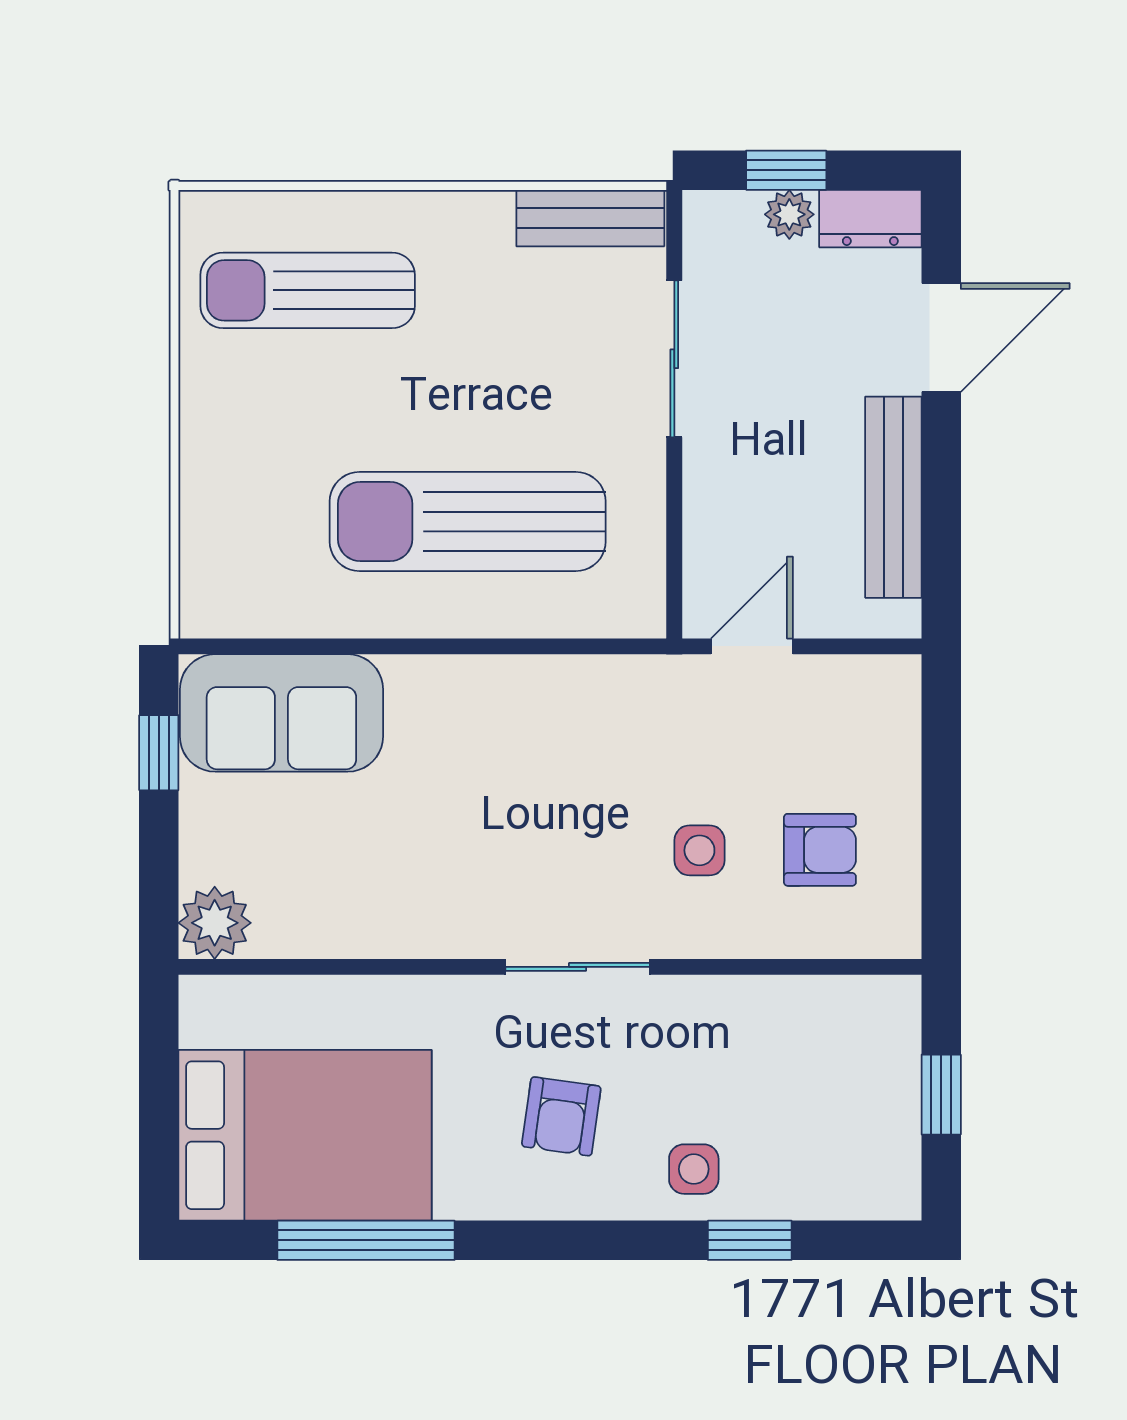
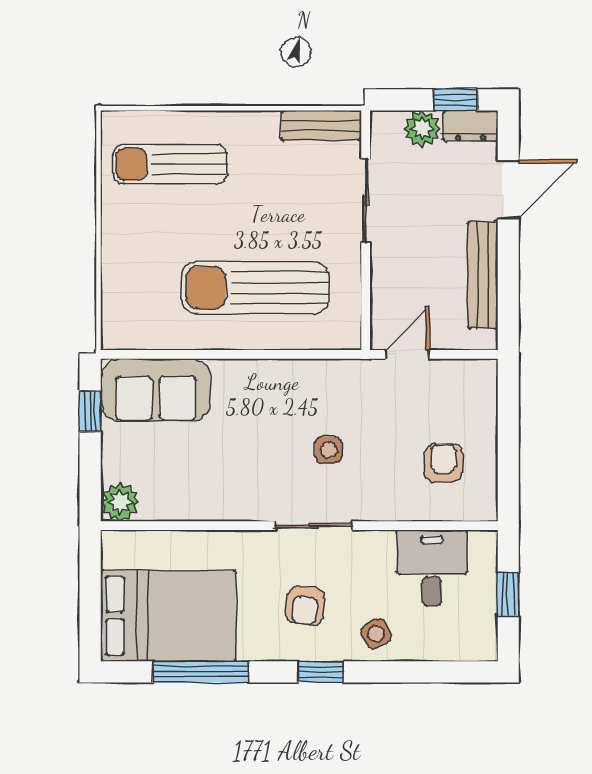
window: (786, 170) -> (456, 100), moved
plant: (789, 214) -> (422, 129), width x1.38, depth x1.38
side table: (699, 850) -> (328, 450), moved
armchair: (820, 850) -> (443, 463), turned -90
desk: (798, 1046) -> (432, 568), added
side table: (694, 1169) -> (376, 634), turned -30
window: (750, 1240) -> (321, 672), moved

